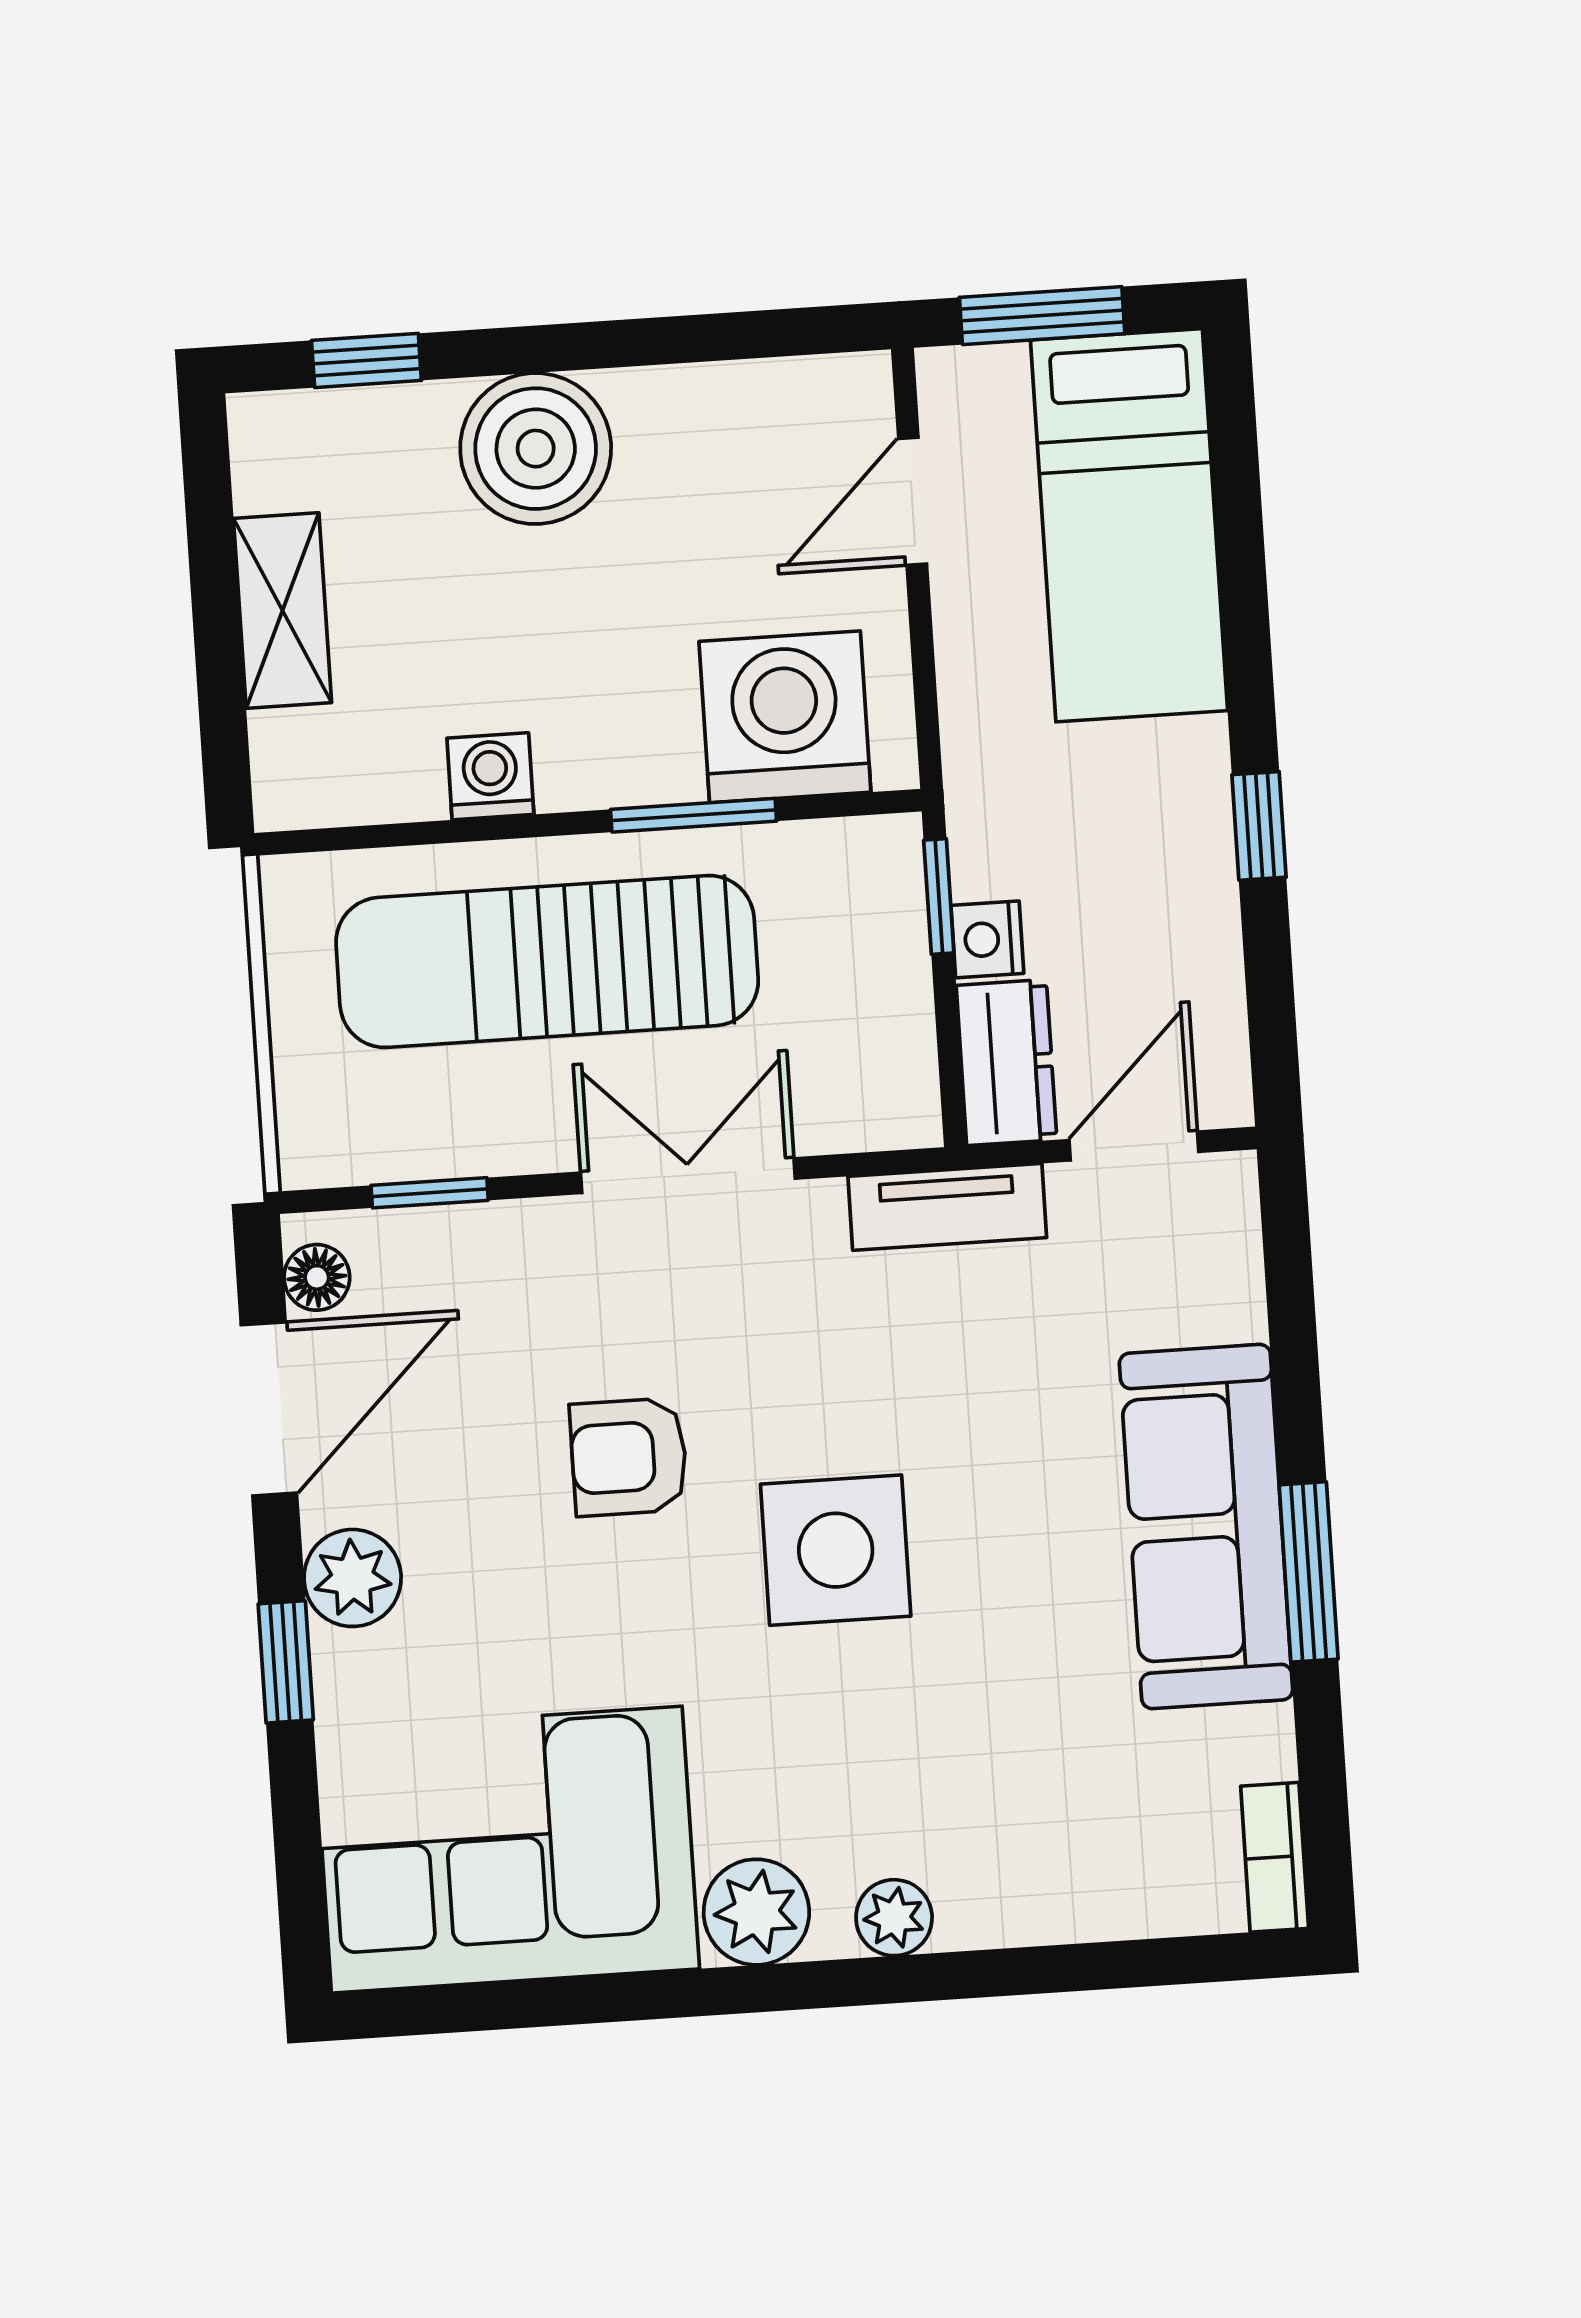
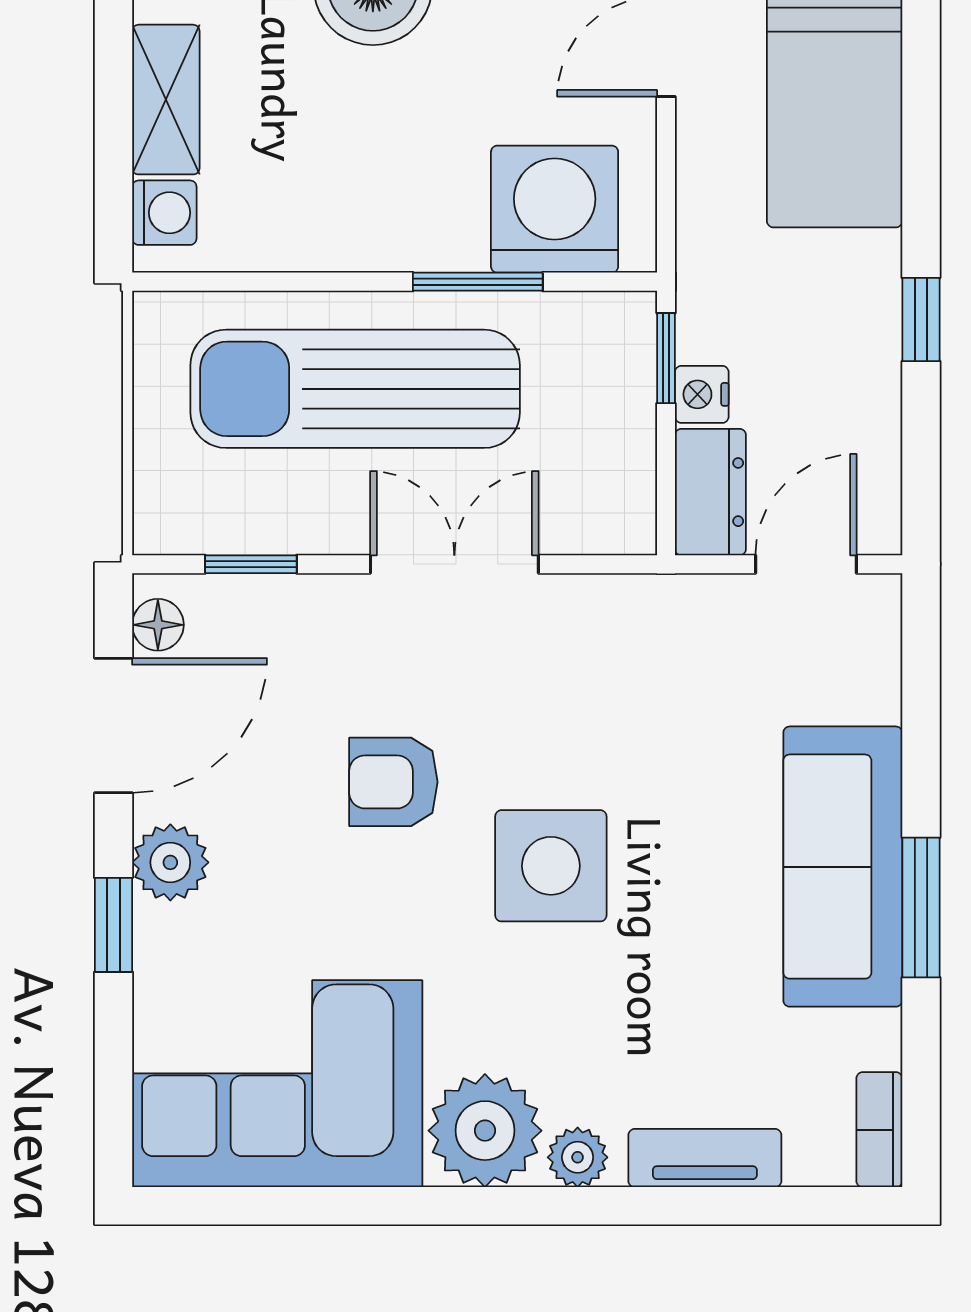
washing machine: (490, 776) -> (164, 213), moved, turned 90
tv unit: (947, 1207) -> (705, 1158), moved, turned 180
plant: (756, 1912) -> (485, 1131), width x1.36, depth x1.36

